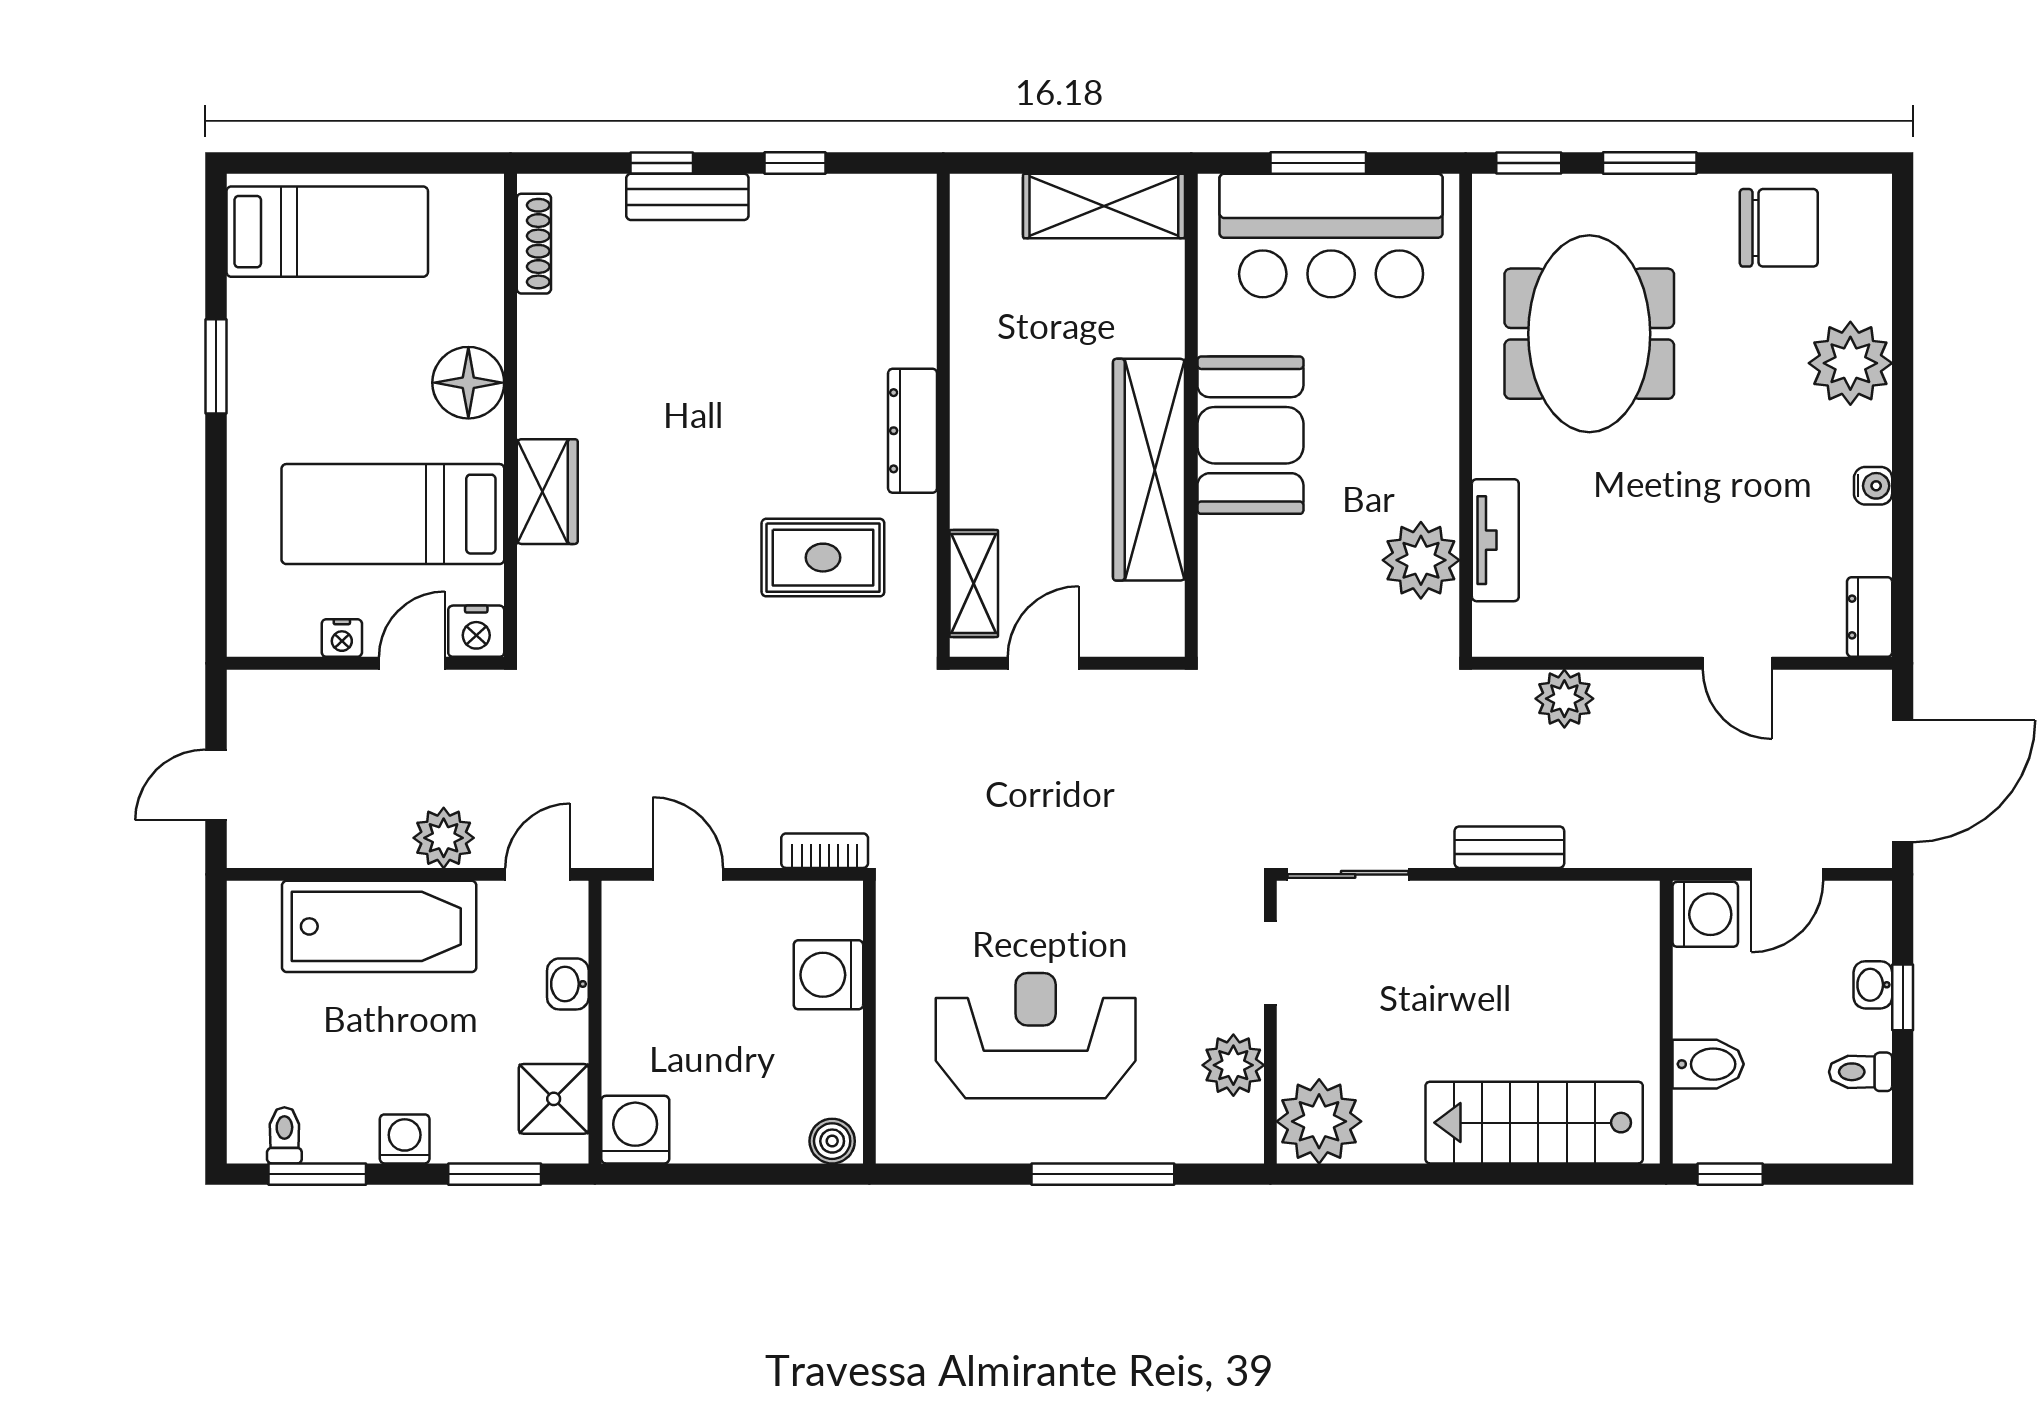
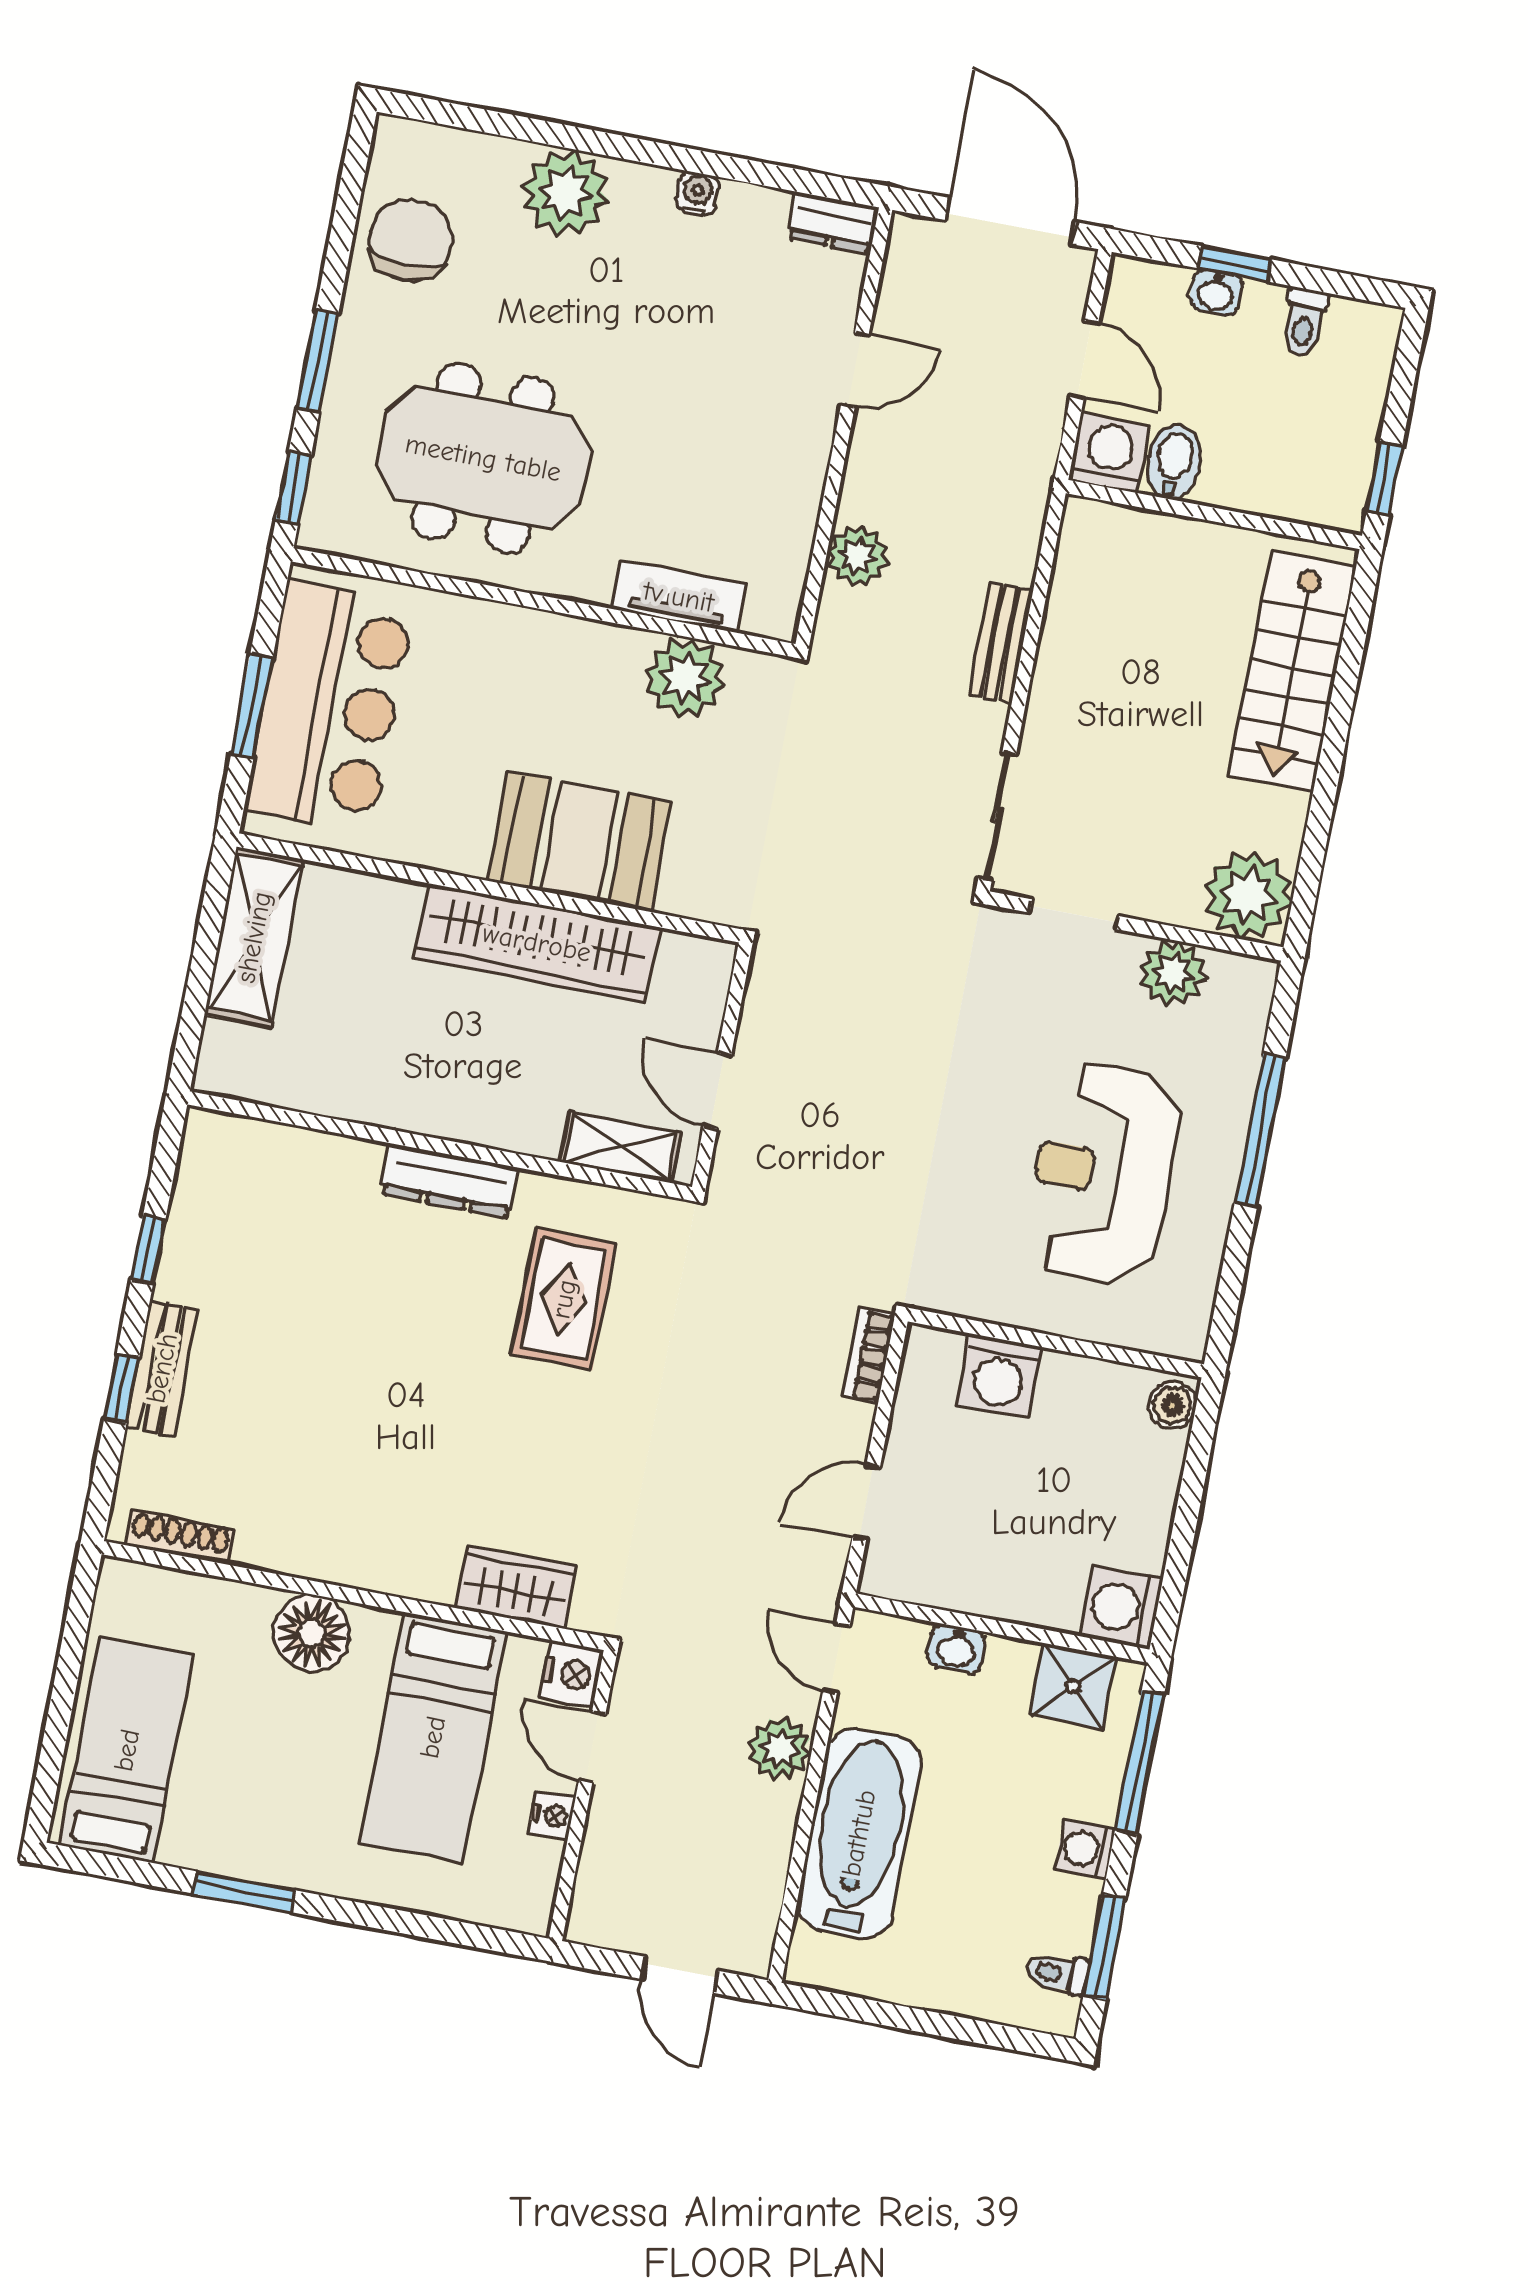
booth: (1250, 435) -> (579, 841), moved
wardrobe: (547, 492) -> (517, 1587), moved
bidet: (1708, 1064) -> (1174, 462), moved
window: (495, 1174) -> (1140, 1763), width x1.44

